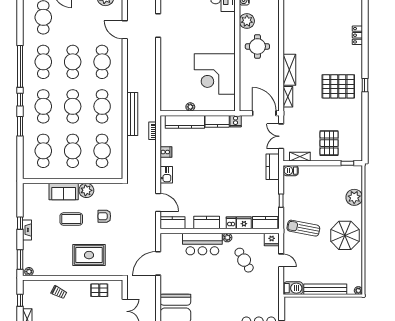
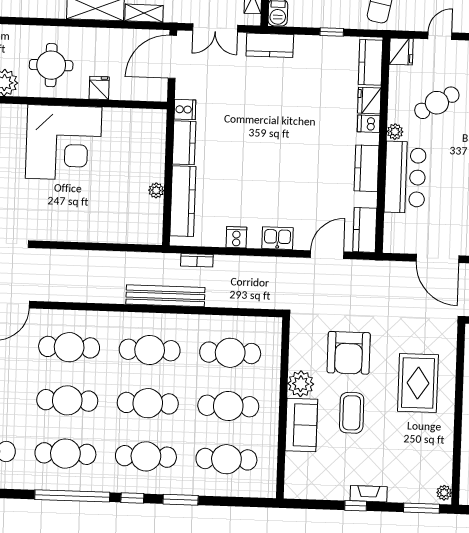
fridge: (246, 73) -> (99, 88), added
corner desk: (215, 74) -> (64, 143), moved
armchair: (104, 216) -> (349, 353), width x1.88, depth x1.88

